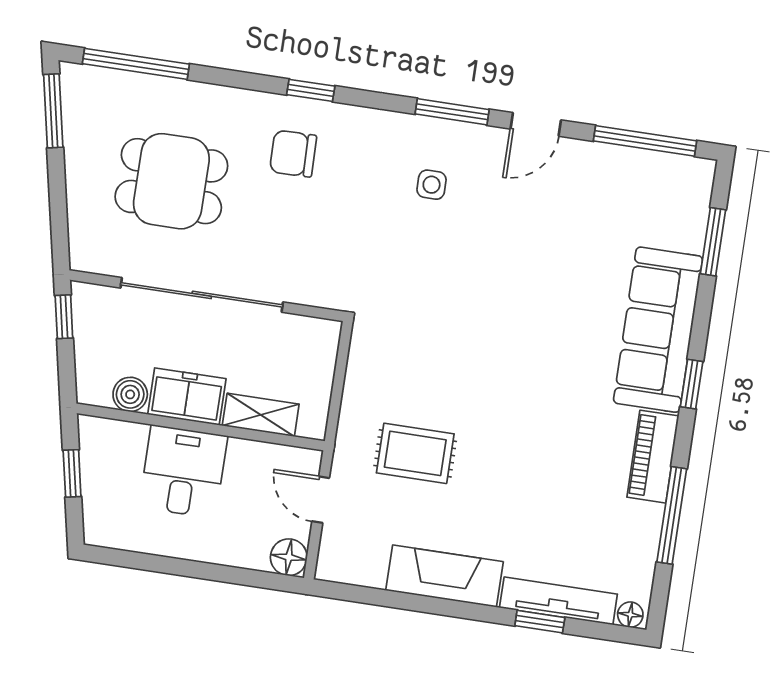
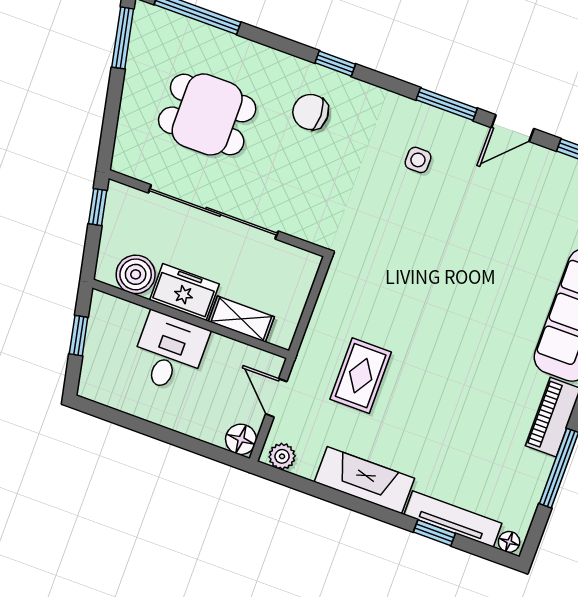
boiler: (130, 394) -> (136, 274), width x1.36, depth x1.36
rug: (415, 453) -> (361, 376), turned 90
plant: (341, 568) -> (282, 456), added

